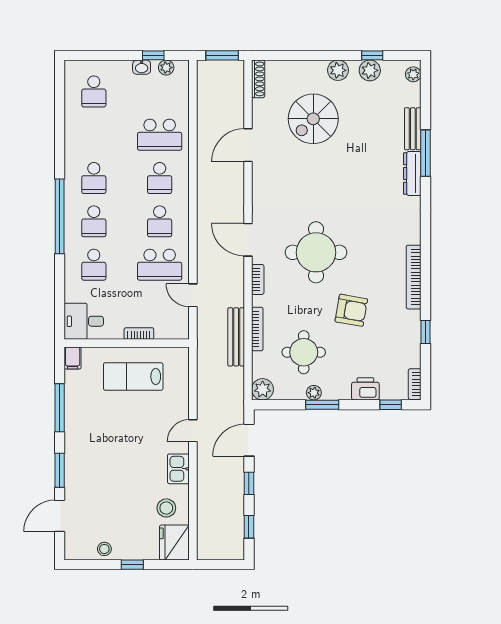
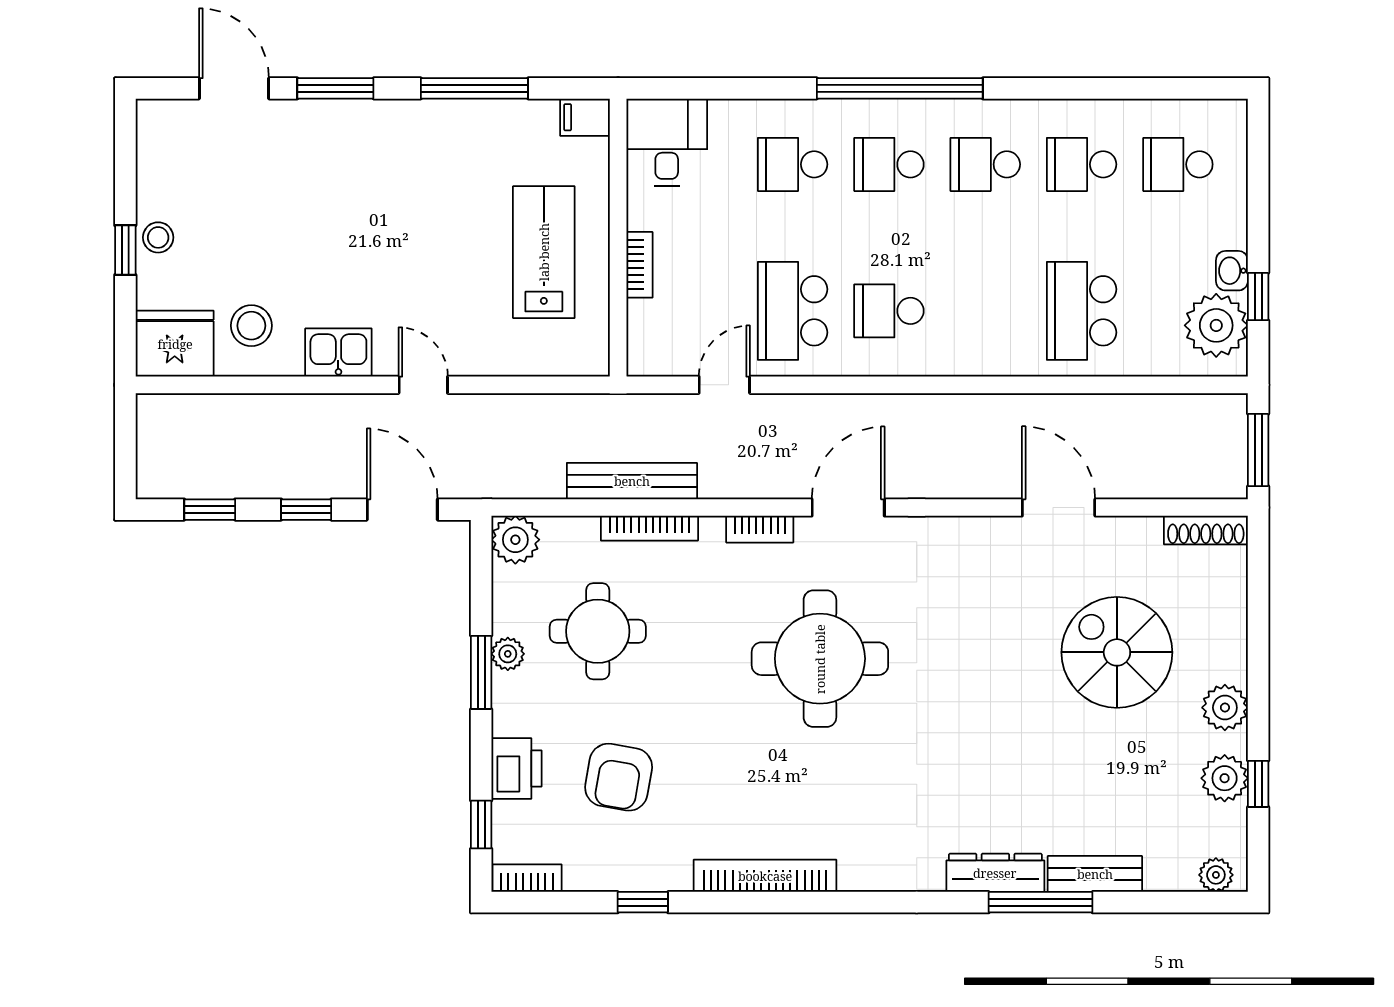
plant: (166, 68) -> (1216, 325), width x1.88, depth x1.88
school desk: (160, 178) -> (1082, 164), moved
armchair: (351, 310) -> (619, 777), moved
stool: (104, 549) -> (158, 237), moved

